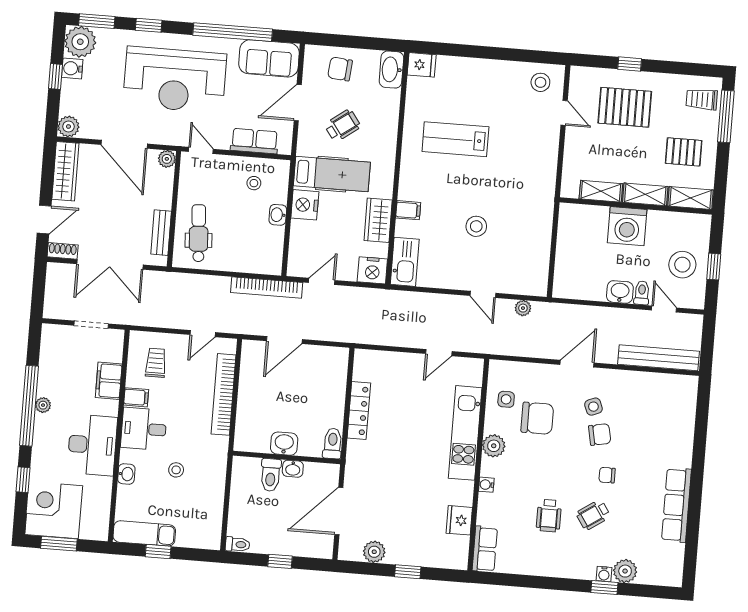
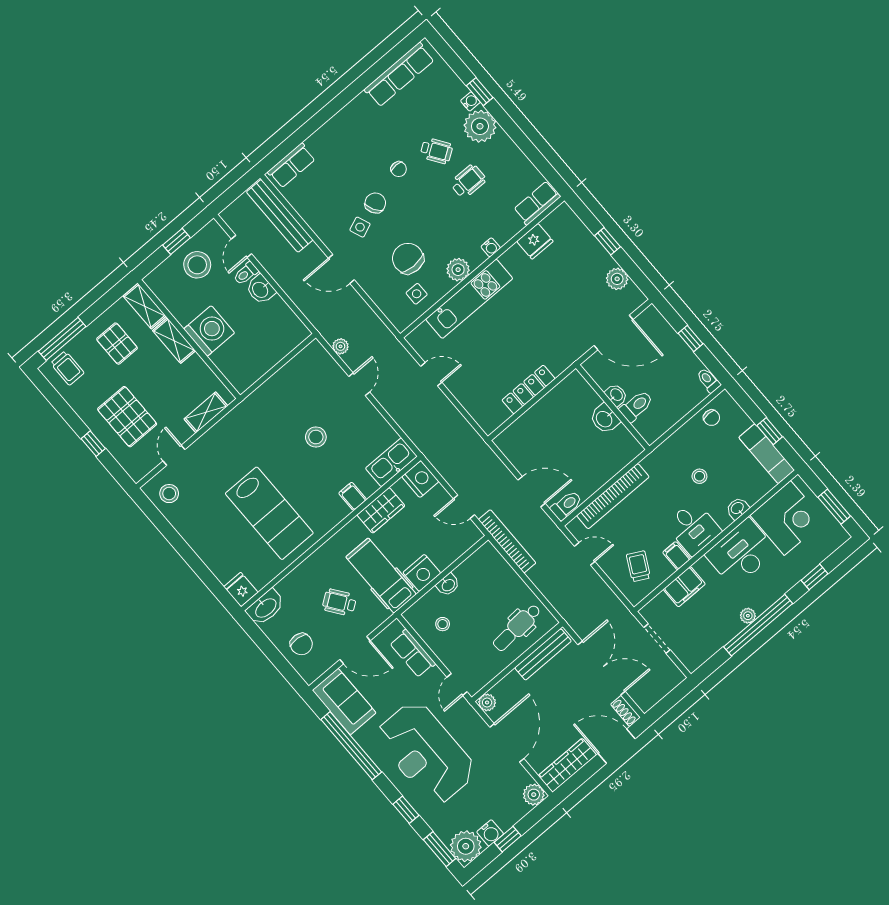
reception desk: (175, 80) -> (426, 753), turned 180
lab bench: (455, 139) -> (269, 513), width x1.36, depth x1.39
shelving: (601, 191) -> (206, 412), moved, turned 90
door: (44, 220) -> (617, 746), width x1.37
bench: (161, 233) -> (543, 654), width x1.36
trolley: (156, 363) -> (638, 566), turned 118
row of seats: (686, 402) -> (292, 166), added
chair: (600, 434) -> (375, 203), turned 72
toilet: (333, 443) -> (566, 505), moved, turned 180
row of seats: (676, 505) -> (399, 75), moved
corner desk: (54, 510) -> (787, 518), moved, turned -90
chair: (209, 520) -> (712, 418), added
plant: (625, 571) -> (480, 126), moved, width x1.36, depth x1.36

